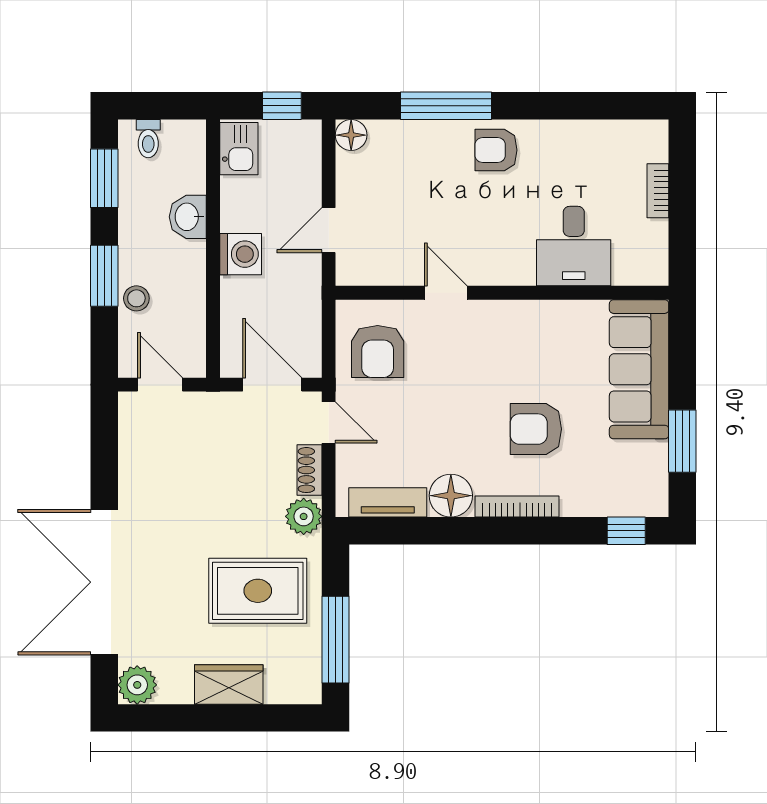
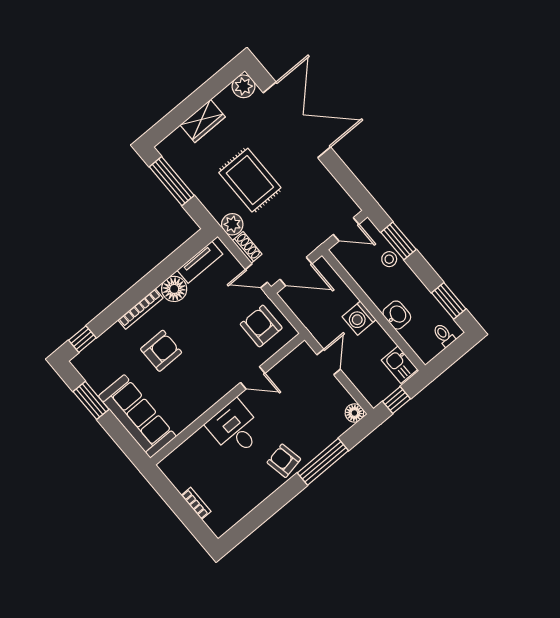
armchair: (496, 150) -> (284, 461), turned -101
desk: (574, 246) -> (235, 428), moved
window: (104, 276) -> (398, 241), moved
rug: (258, 591) -> (250, 180), moved, turned 90

